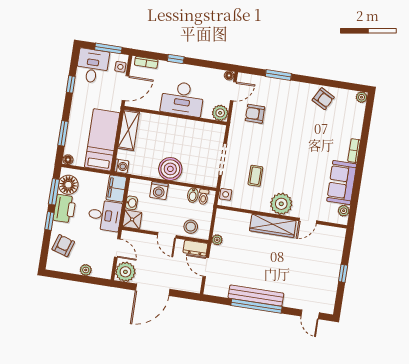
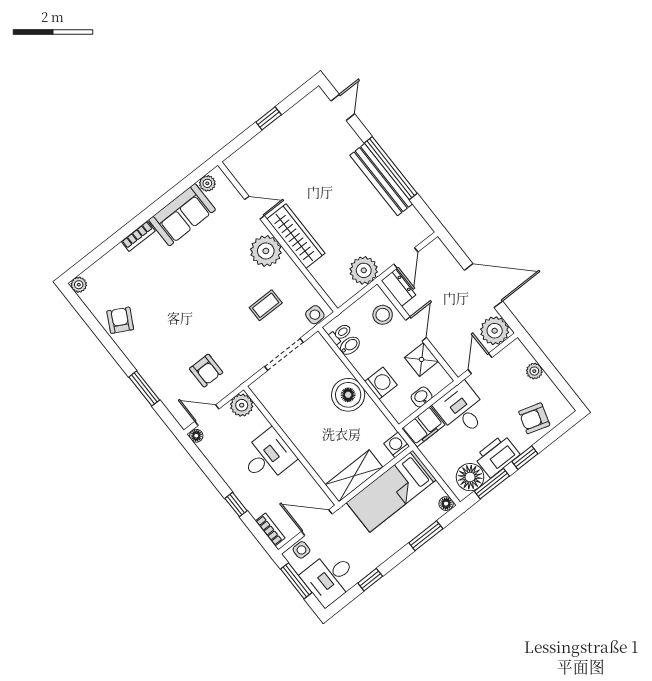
desk: (182, 99) -> (268, 456), width x0.73
shower: (132, 219) -> (422, 359), moved
plant: (217, 240) -> (364, 270), width x1.88, depth x1.88

